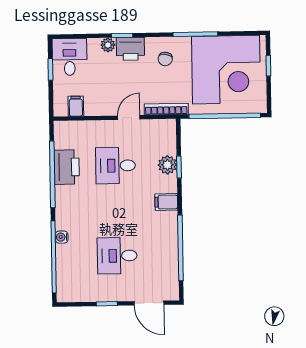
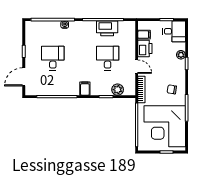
printer: (130, 49) -> (145, 48), moved, turned 180
plant: (167, 165) -> (118, 90), moved

